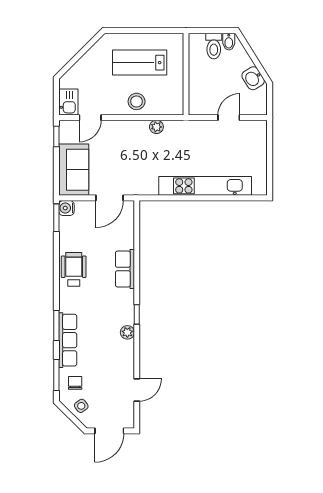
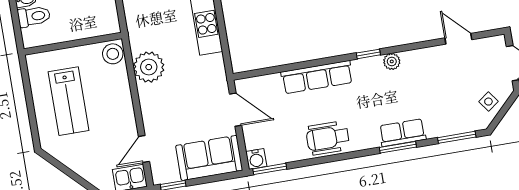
stool: (137, 101) -> (113, 54), moved
door: (90, 118) -> (144, 149), swing flipped
plant: (156, 127) -> (149, 67), width x1.87, depth x1.87
row of seats: (125, 269) -> (317, 77), width x1.48
row of seats: (68, 340) -> (402, 133), width x0.68
chair: (75, 383) -> (462, 113), removed

